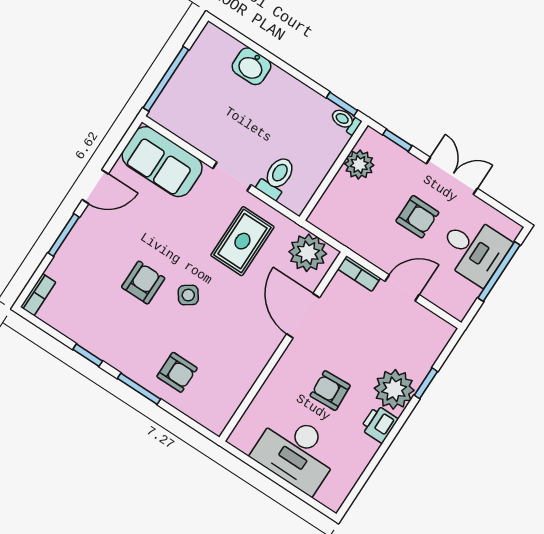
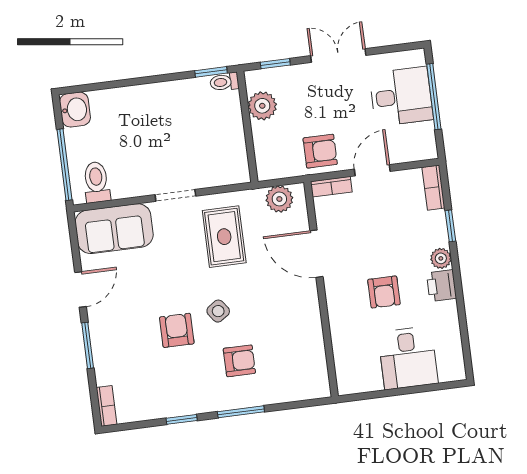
washbasin: (251, 66) -> (75, 110), moved, turned -90
toilet: (277, 177) -> (96, 182), moved
armchair: (417, 217) -> (320, 151), moved
plant: (308, 253) -> (279, 199), width x0.73, depth x0.73
bookcase: (438, 342) -> (433, 188), added
armchair: (177, 372) -> (239, 361), moved
plant: (394, 389) -> (441, 258), width x0.53, depth x0.53
armchair: (330, 391) -> (384, 292), turned -87
desk: (296, 452) -> (408, 358), width x0.73

